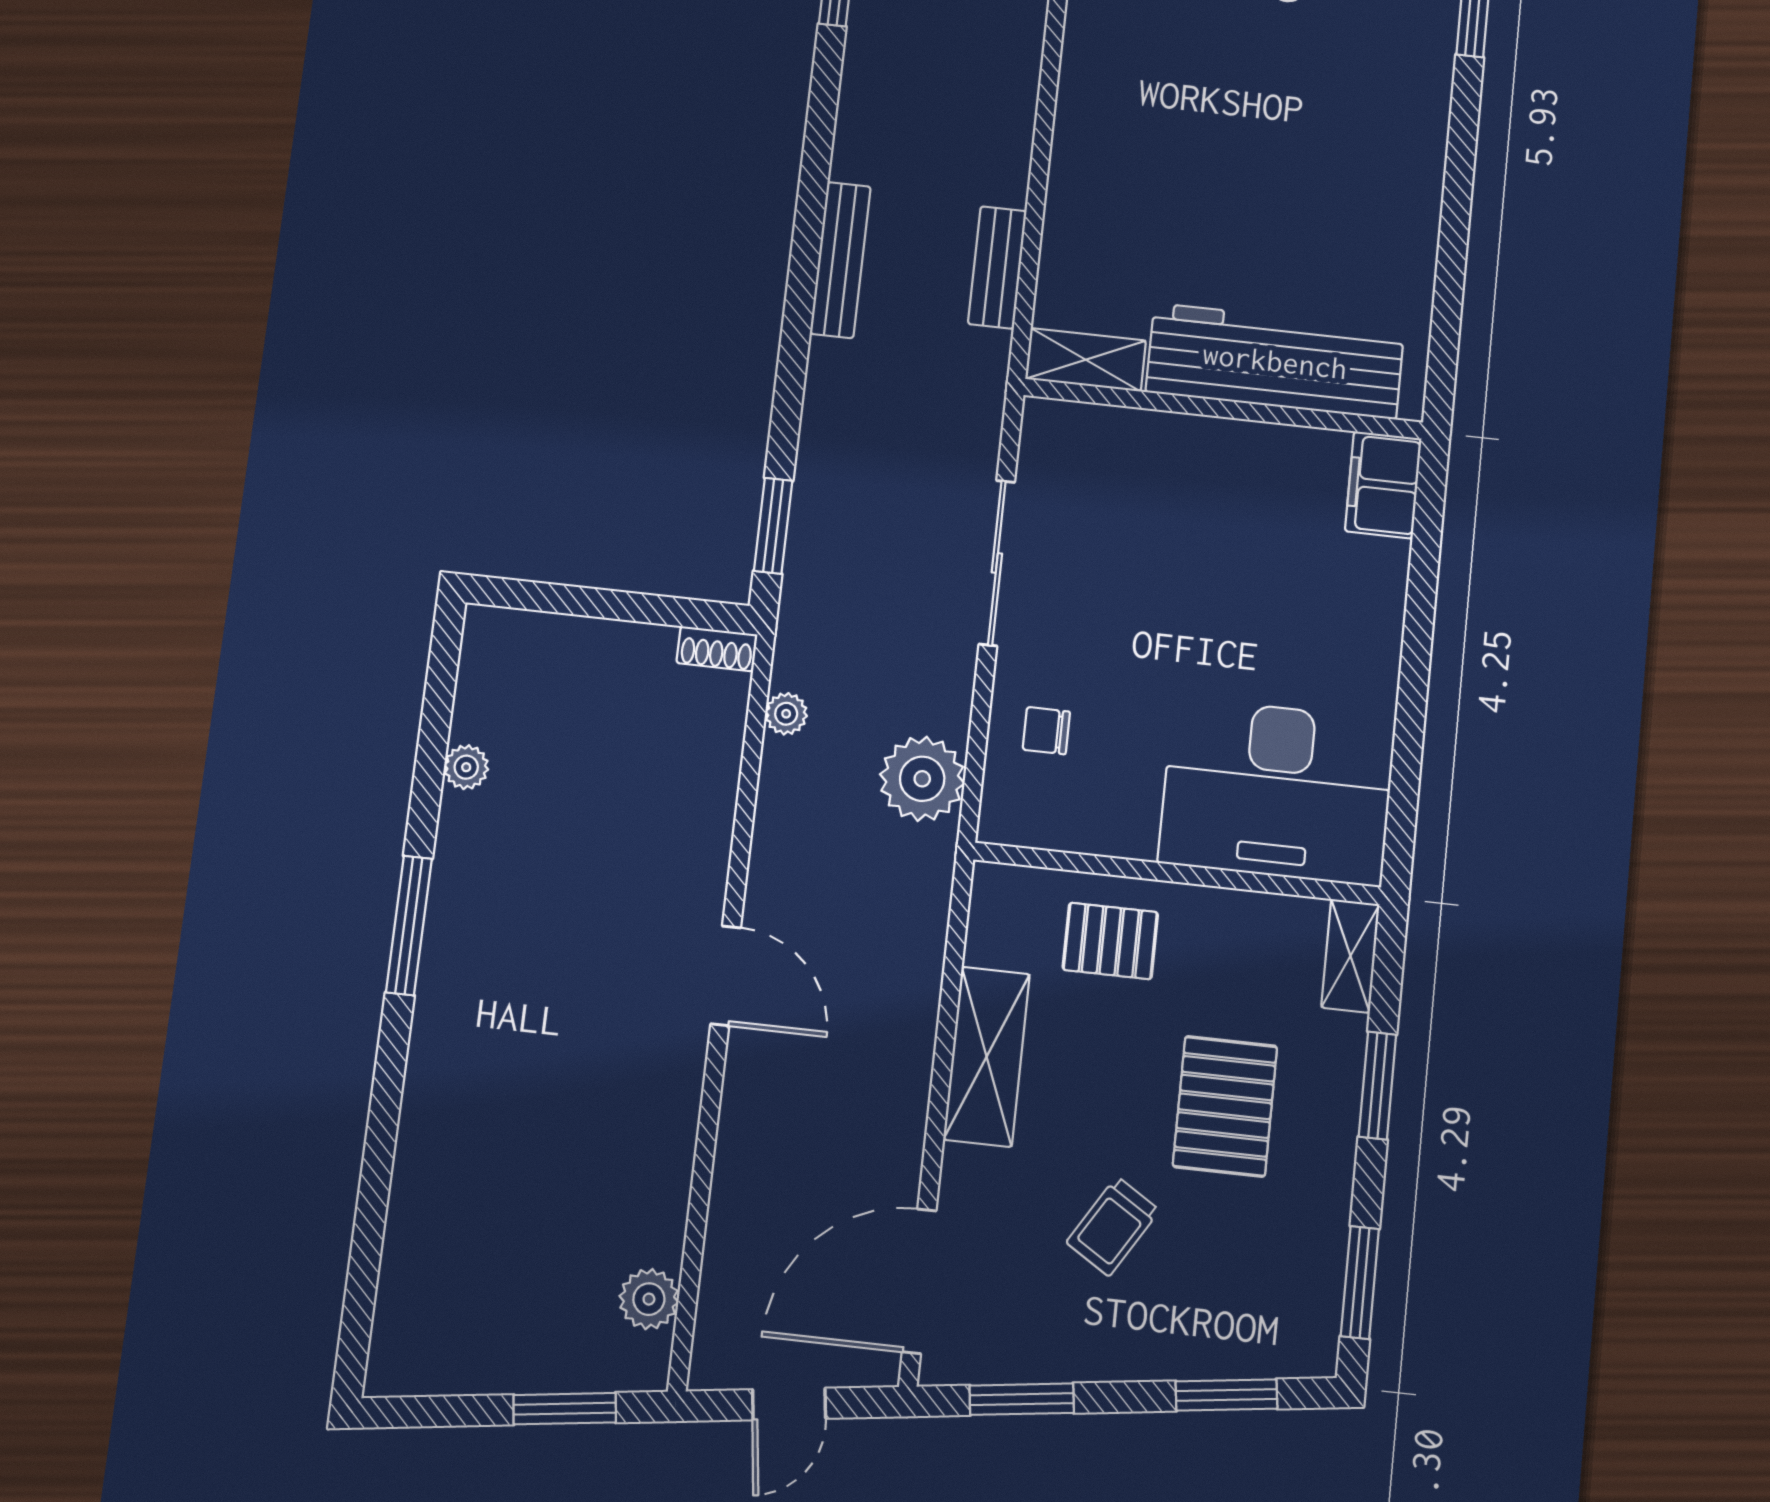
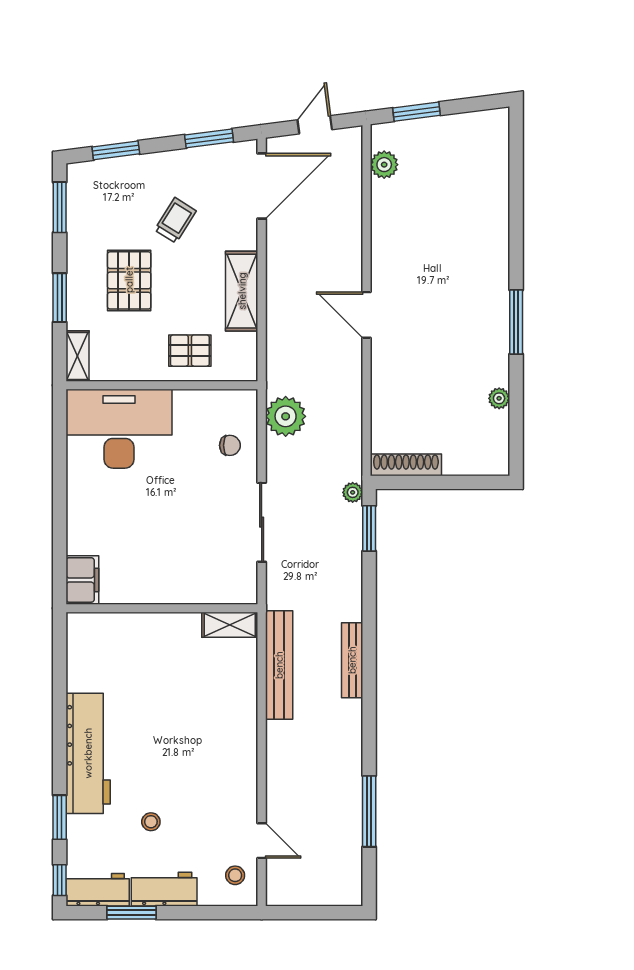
bench: (997, 267) -> (279, 665), width x1.86, depth x1.21
workbench: (1275, 361) -> (88, 753), moved, turned -90
shoe rack: (717, 649) -> (406, 465), width x1.94, depth x1.24
plant: (786, 714) -> (353, 492), moved

